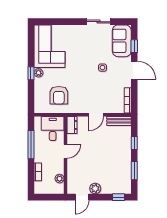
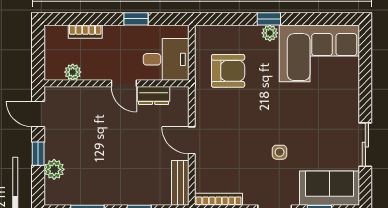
armchair: (59, 95) -> (228, 71), turned 180
dresser: (72, 125) -> (154, 95), moved
window: (31, 145) -> (136, 19), width x0.46
plant: (95, 189) -> (54, 169), moved
window: (119, 197) -> (38, 154), moved

